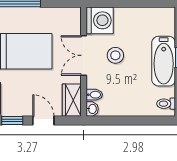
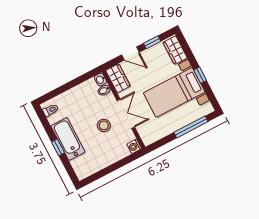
washing machine: (100, 20) -> (134, 146), width x0.53, depth x0.53

